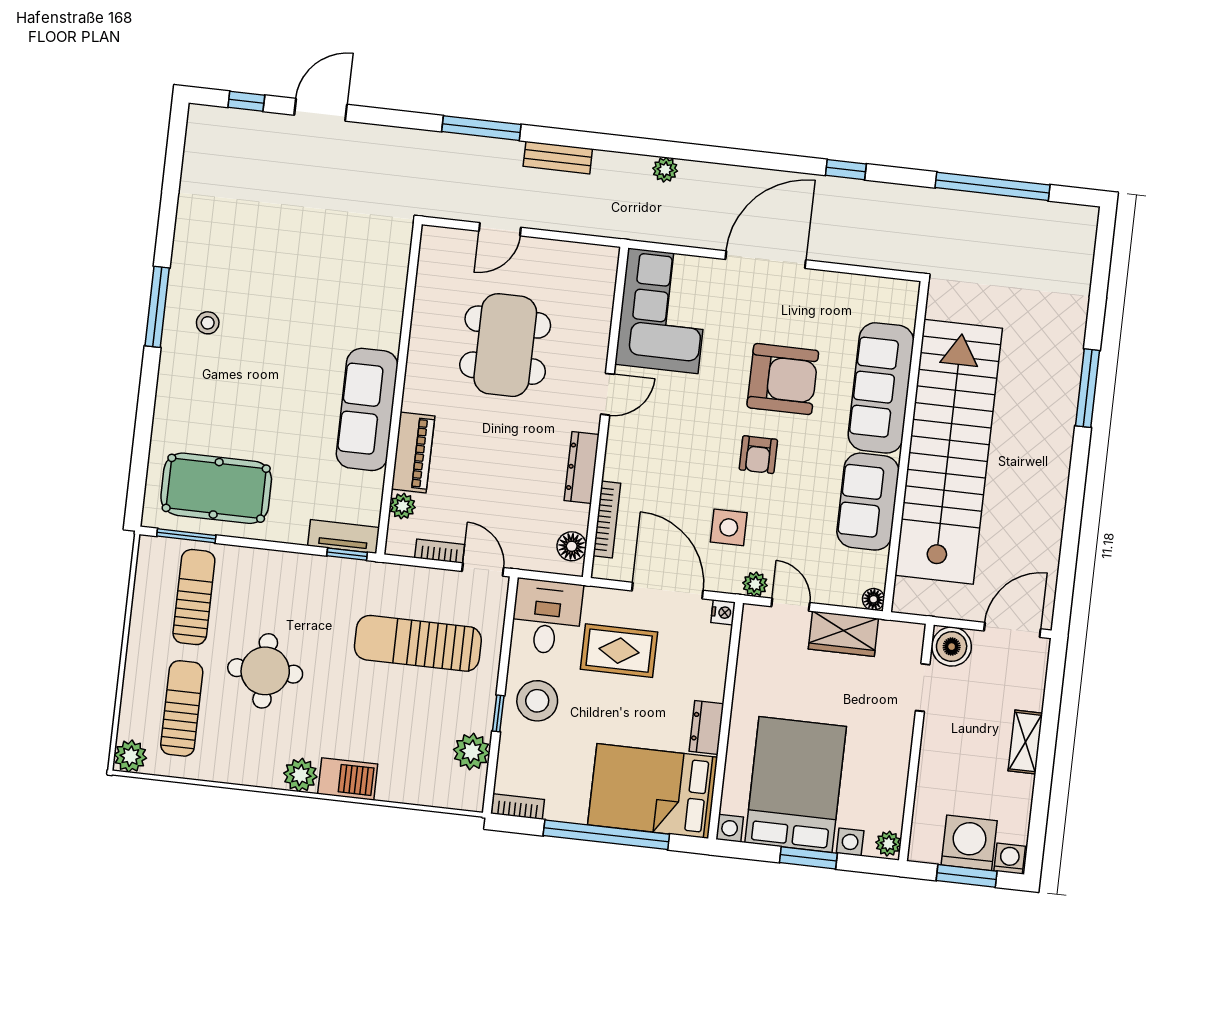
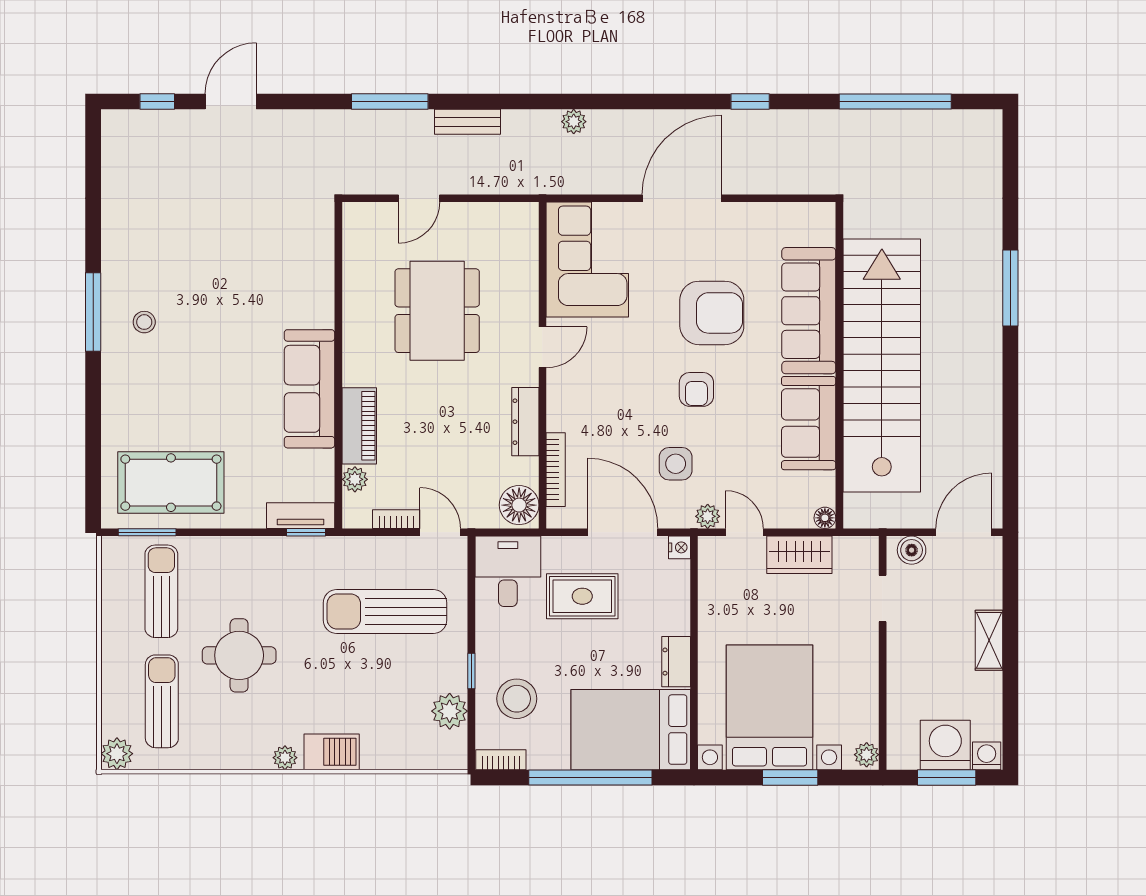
floor lamp: (572, 546) -> (519, 505), width x1.38, depth x1.38
boiler: (952, 647) -> (912, 550), width x0.73, depth x0.73
stool: (537, 701) -> (517, 699), moved
plant: (300, 775) -> (285, 758), width x0.73, depth x0.73

